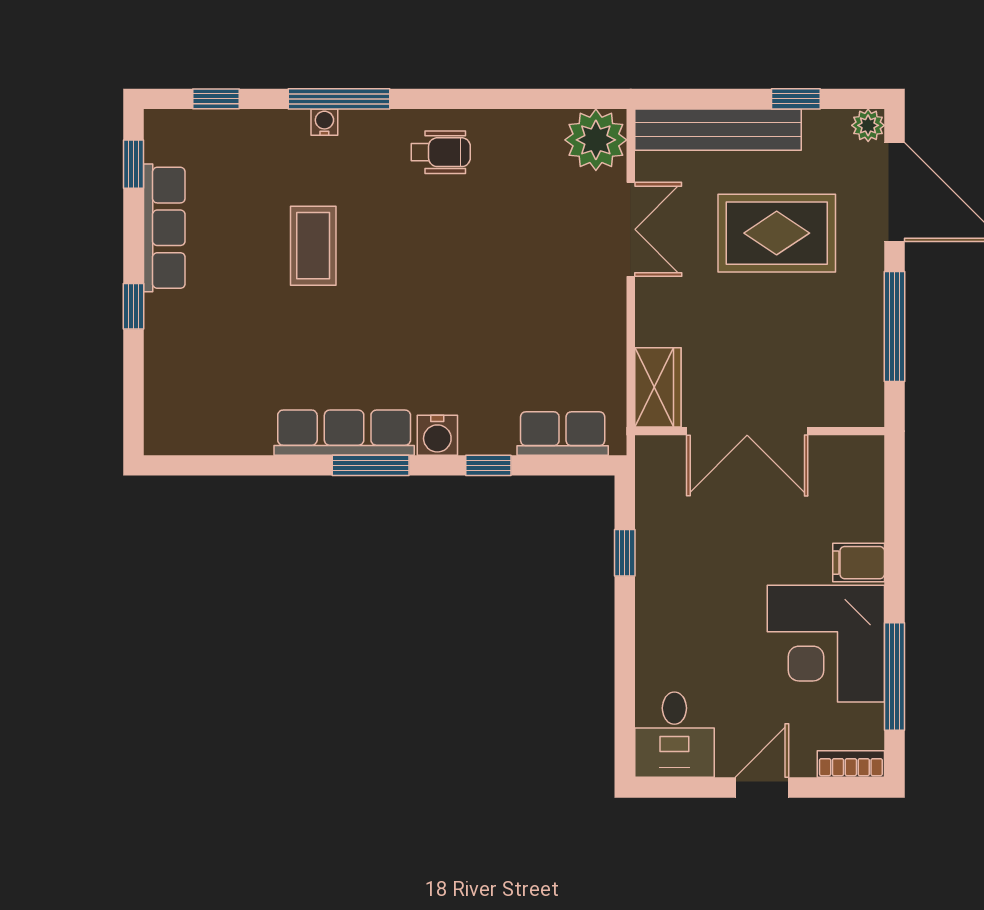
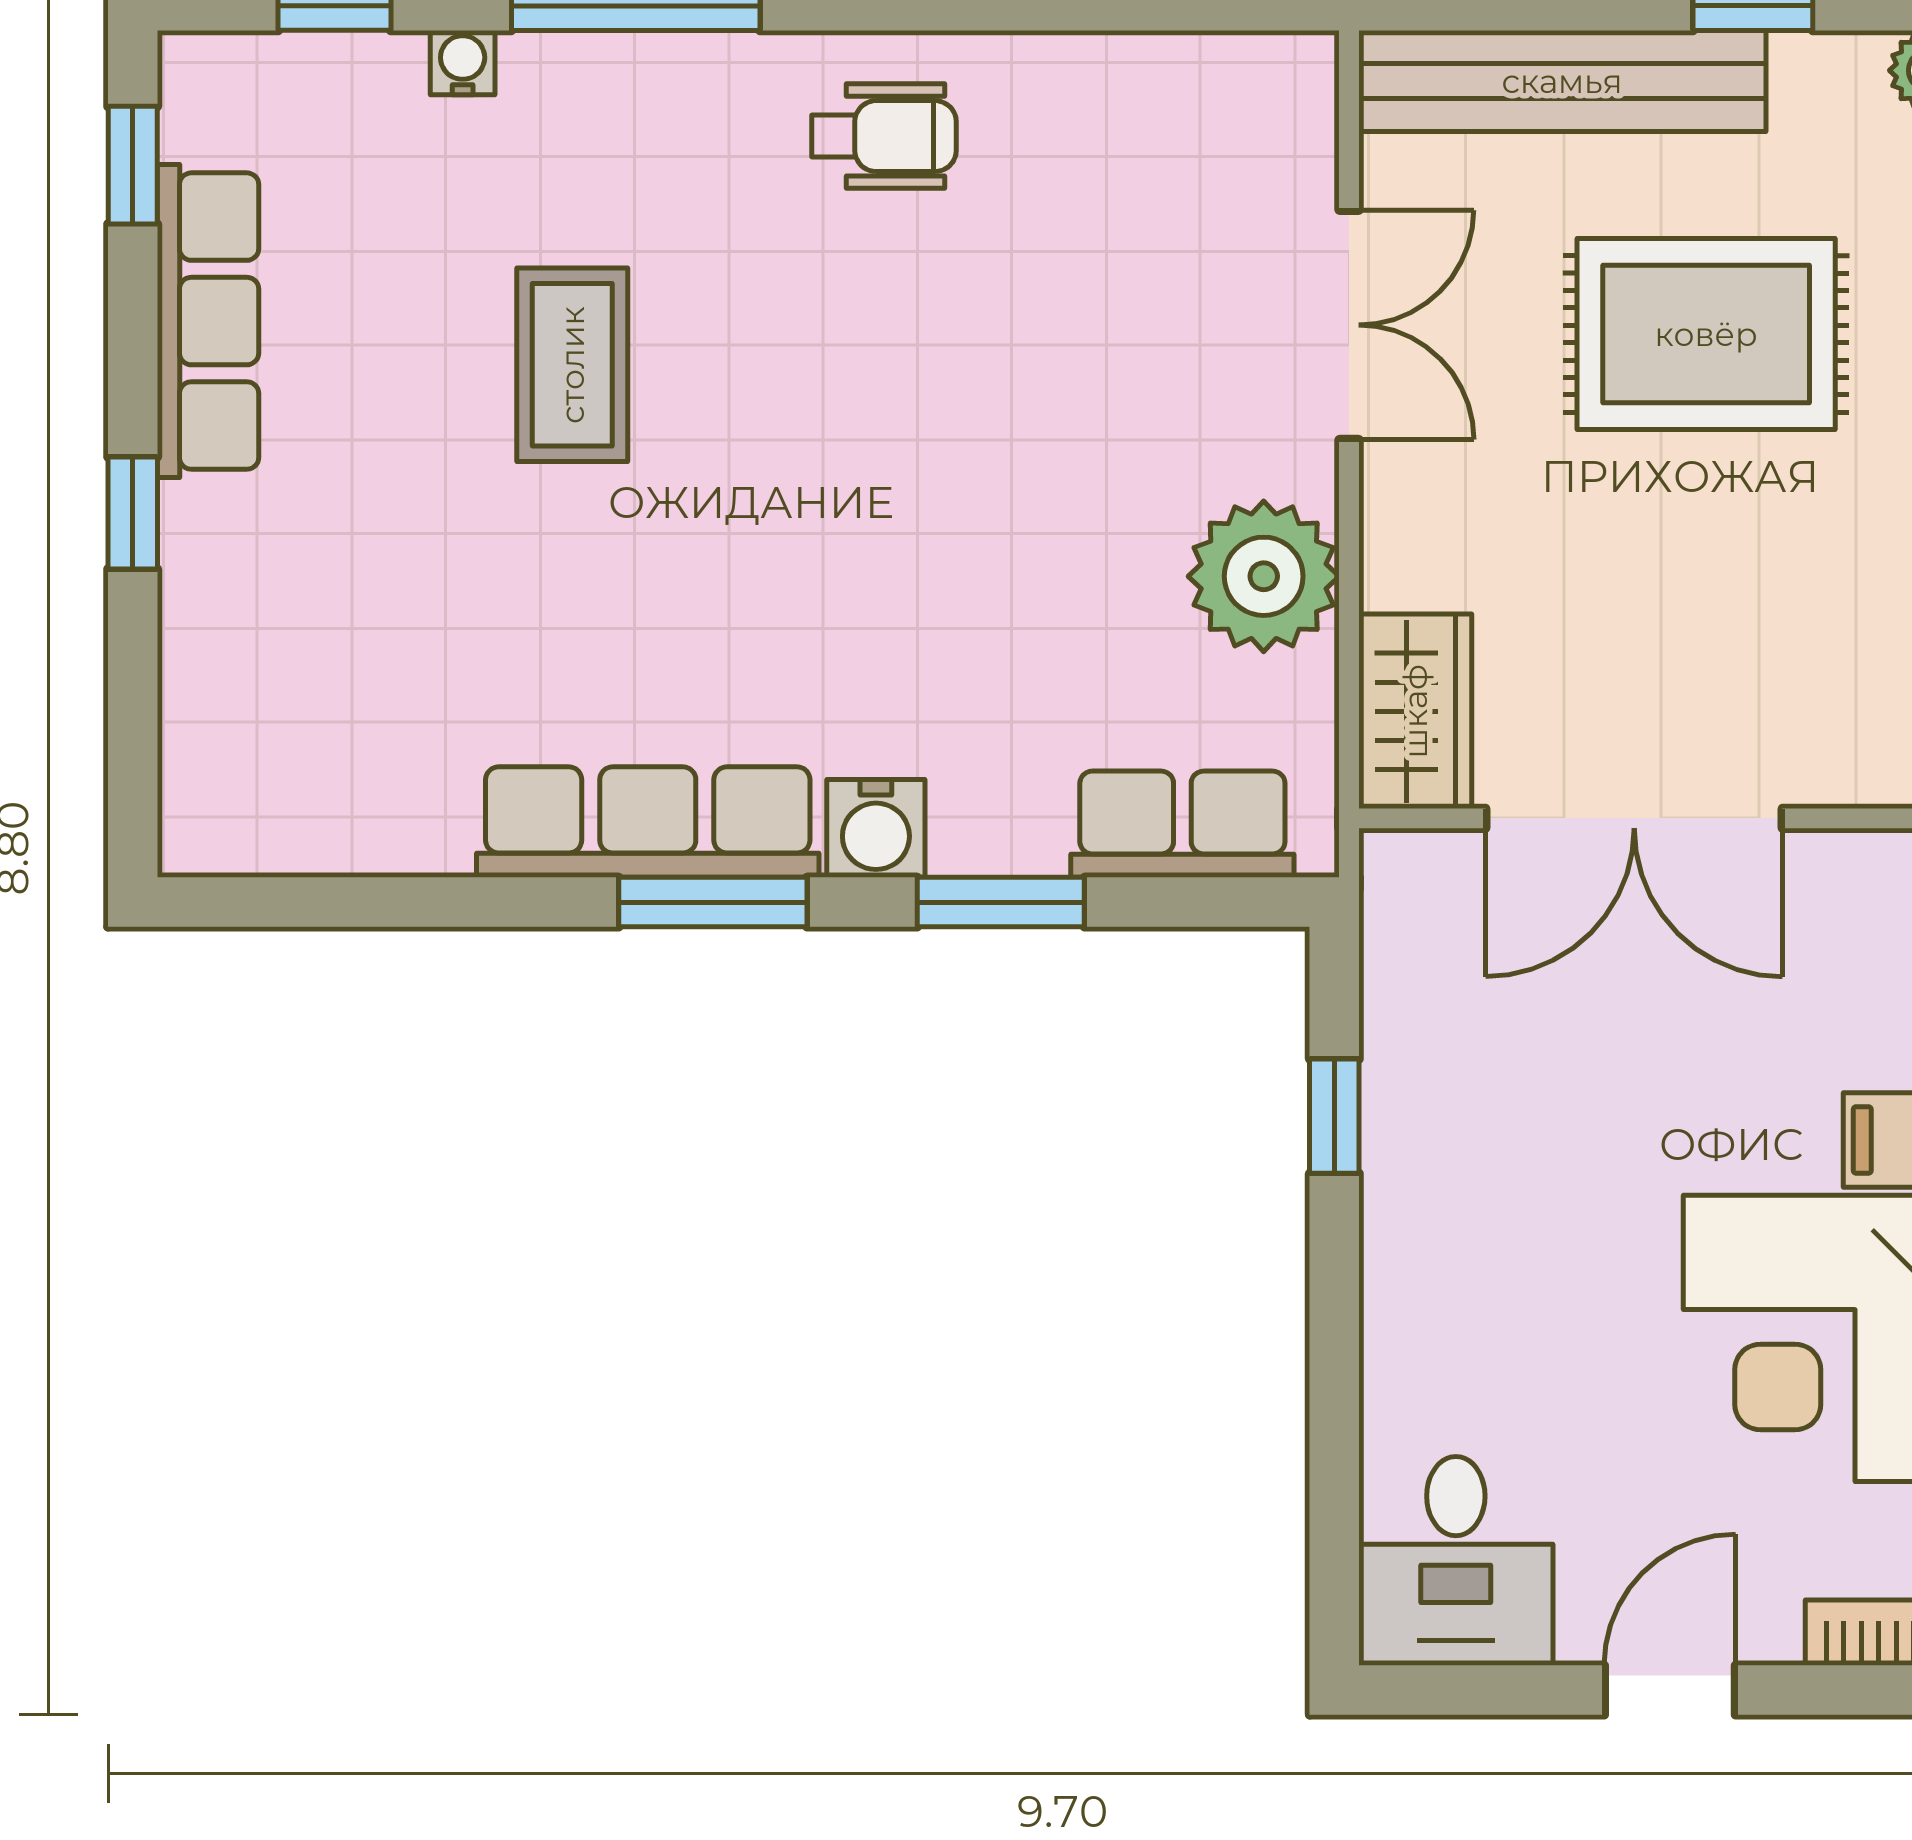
water cooler: (324, 122) -> (463, 63), moved
plant: (596, 140) -> (1264, 576), moved
window: (488, 465) -> (1001, 902), width x1.50

